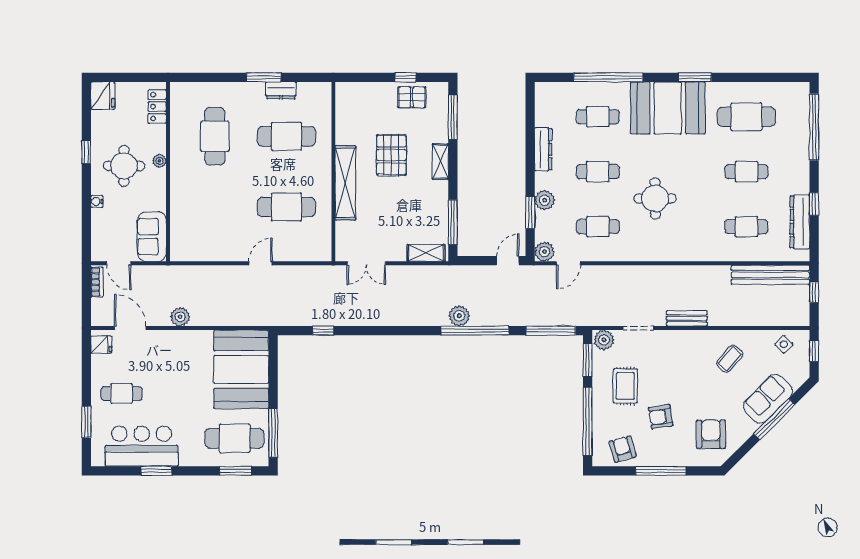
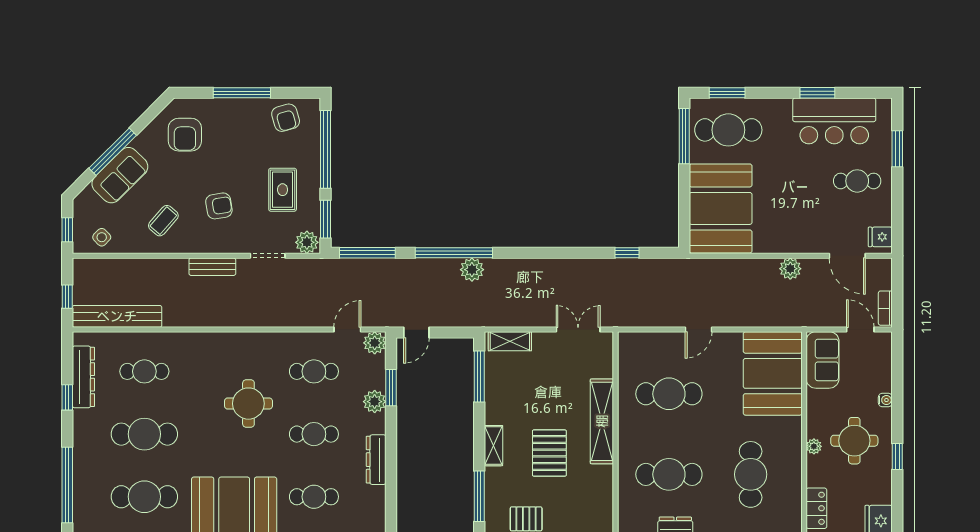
cafe table: (746, 172) -> (144, 434), width x1.37, depth x1.35
booth: (196, 225) -> (773, 373), added
armchair: (661, 417) -> (219, 206), moved

